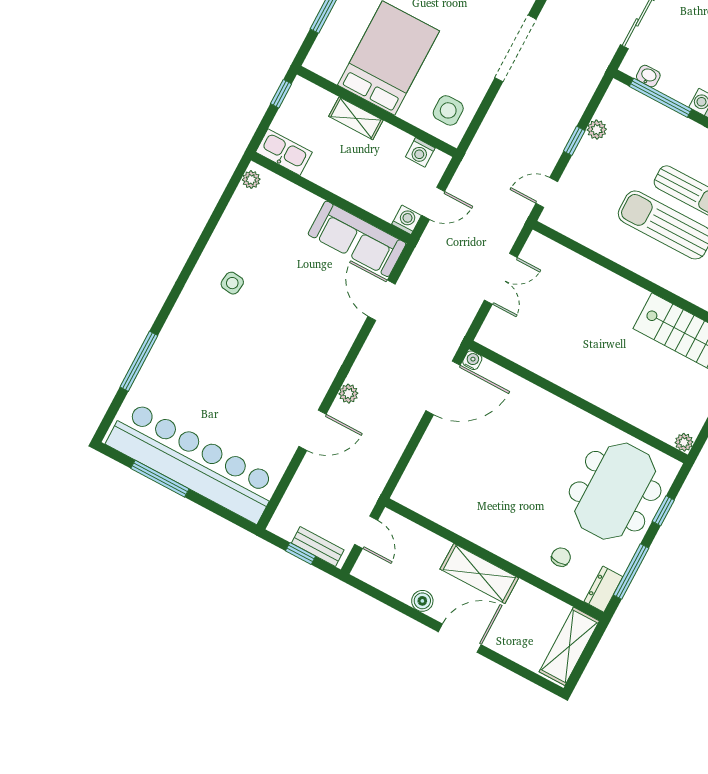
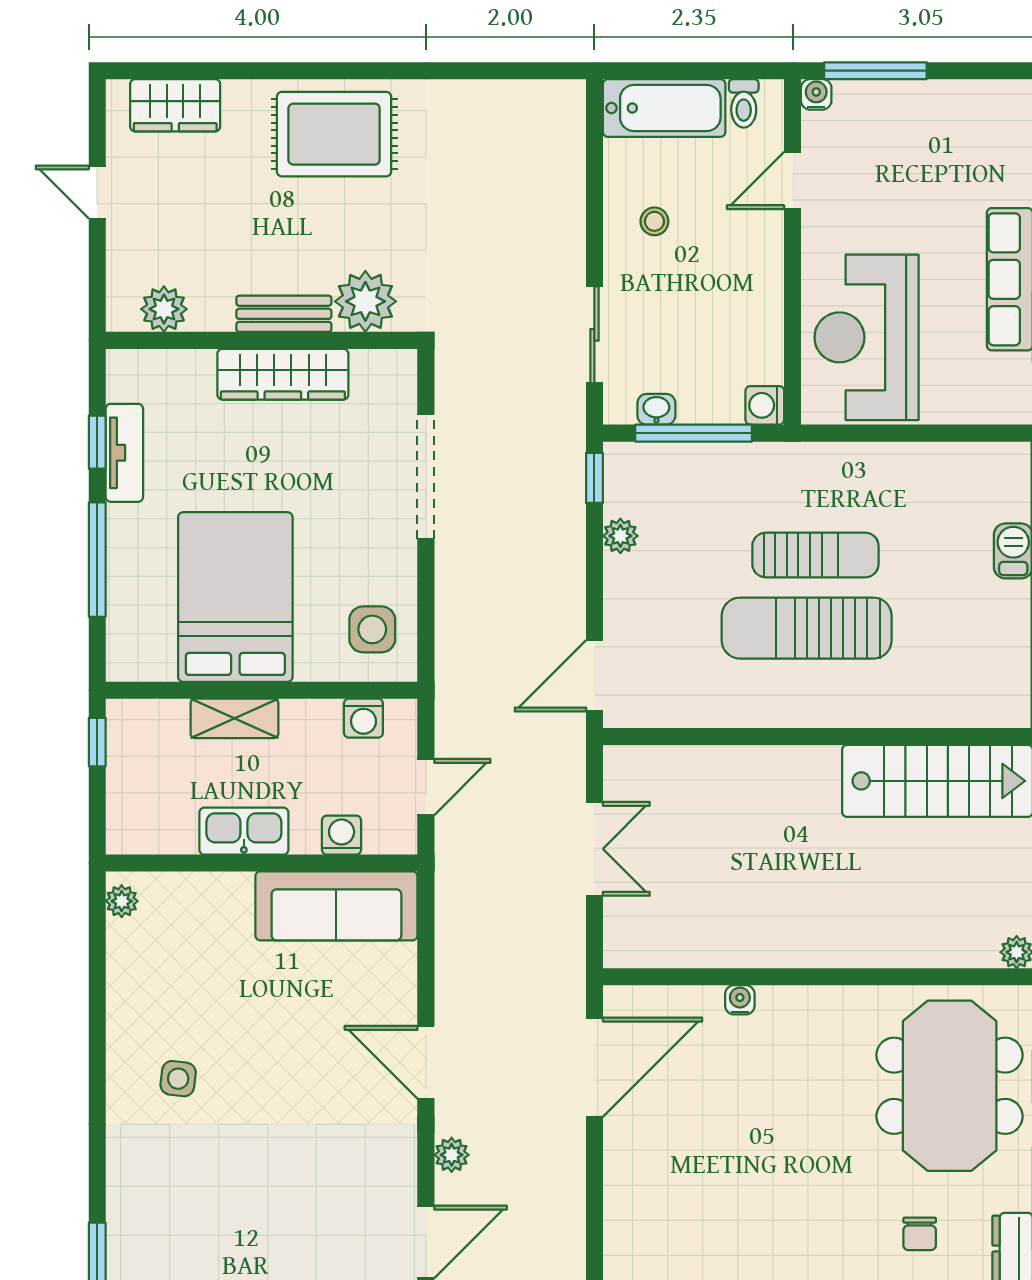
window: (574, 141) -> (594, 478), moved
kitchen sink: (284, 152) -> (244, 831), moved
door: (547, 193) -> (594, 676), width x1.38
washing machine: (406, 220) -> (342, 835), moved
door: (382, 300) -> (426, 1062), moved
water cooler: (472, 360) -> (740, 1000), moved
chair: (561, 557) -> (920, 1234), turned 180

